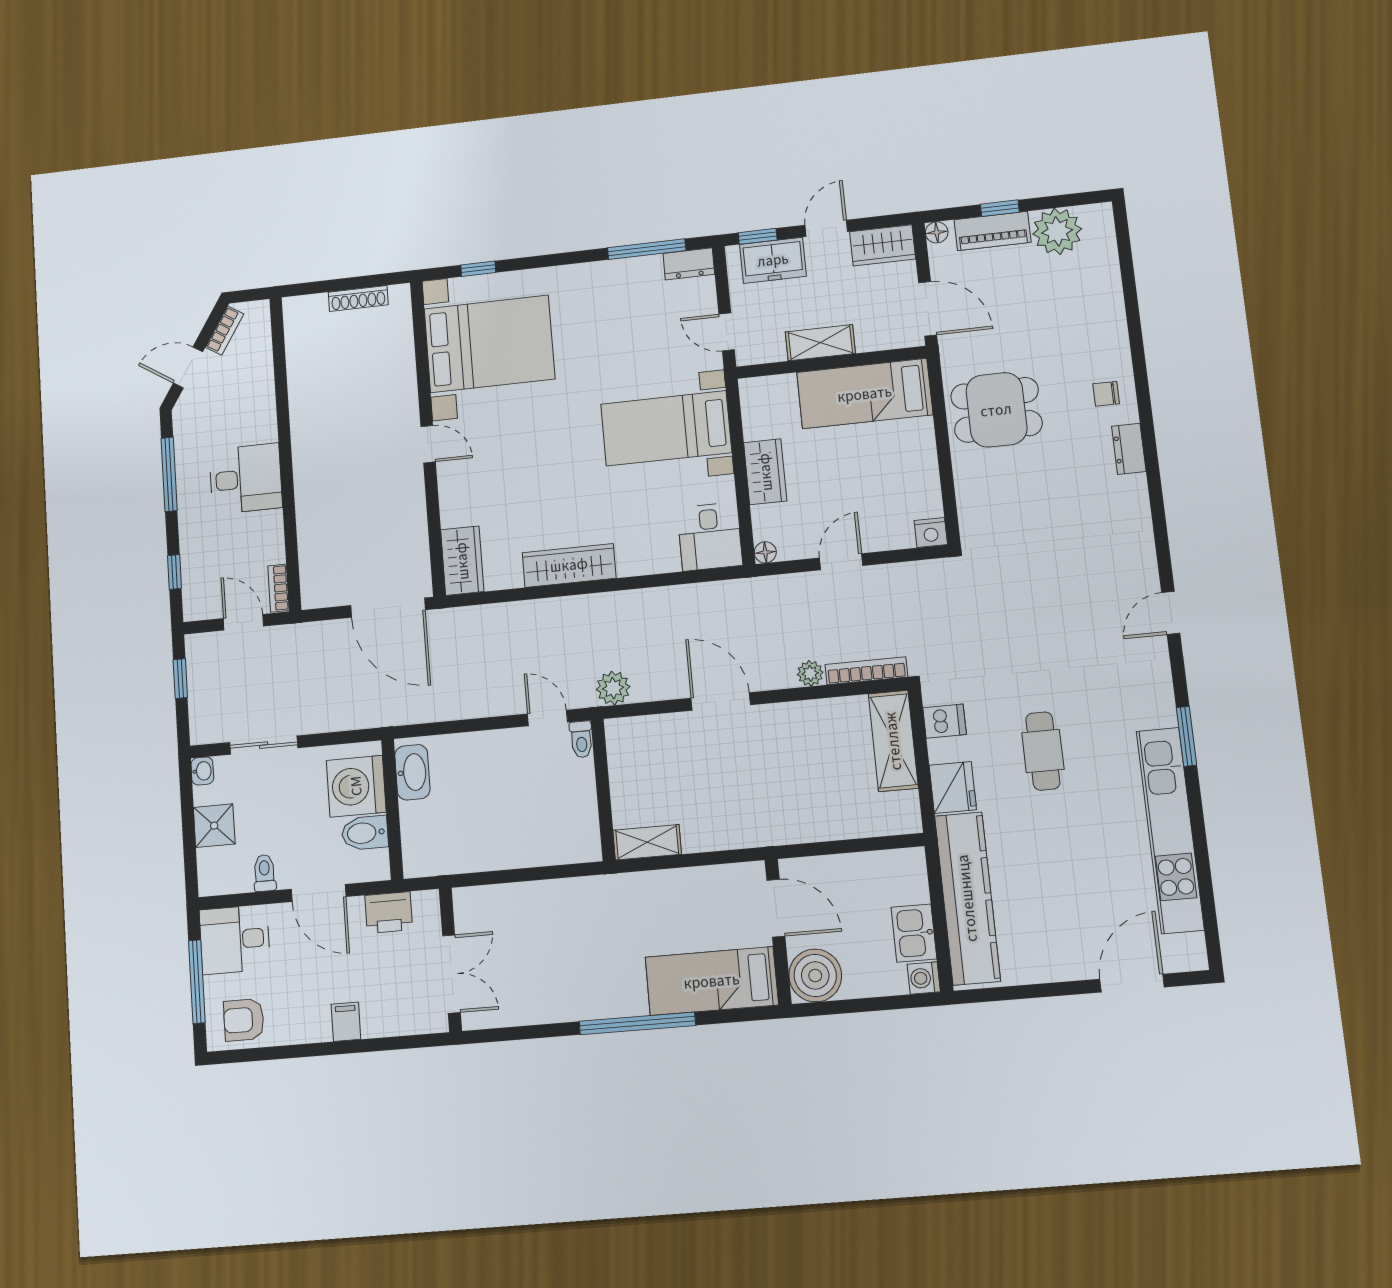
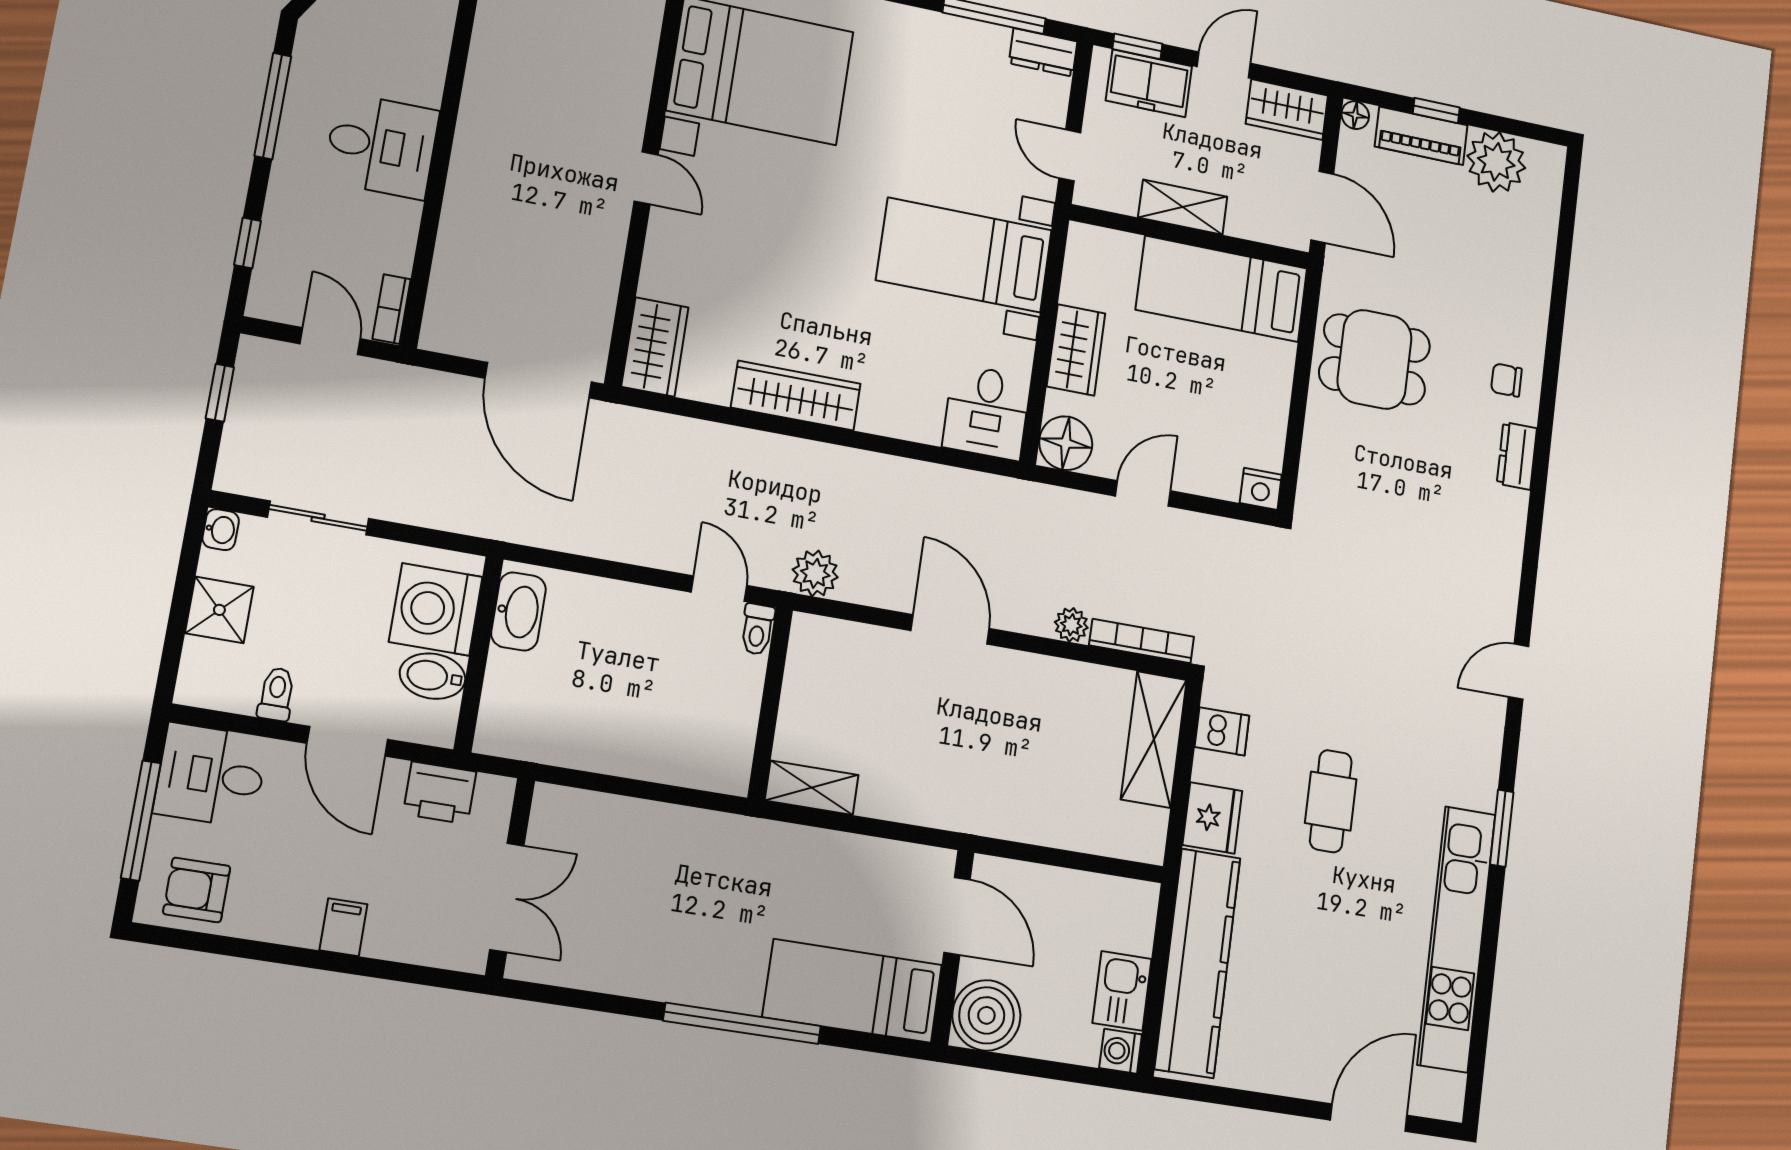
floor lamp: (765, 552) -> (1066, 443), width x1.89, depth x1.89

